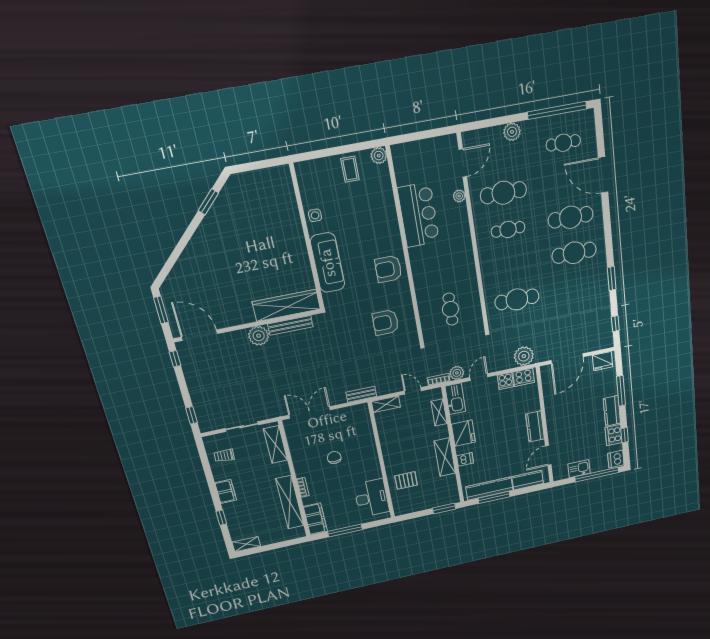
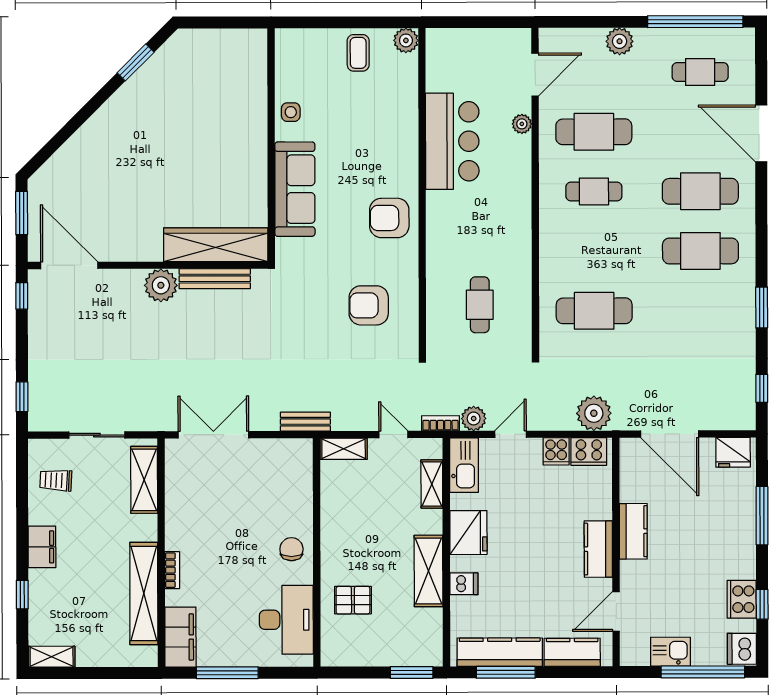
door: (567, 359) -> (670, 434), hinge flipped
kitchen counter: (612, 411) -> (633, 531), moved, turned 180
chair: (334, 457) -> (291, 549), moved

